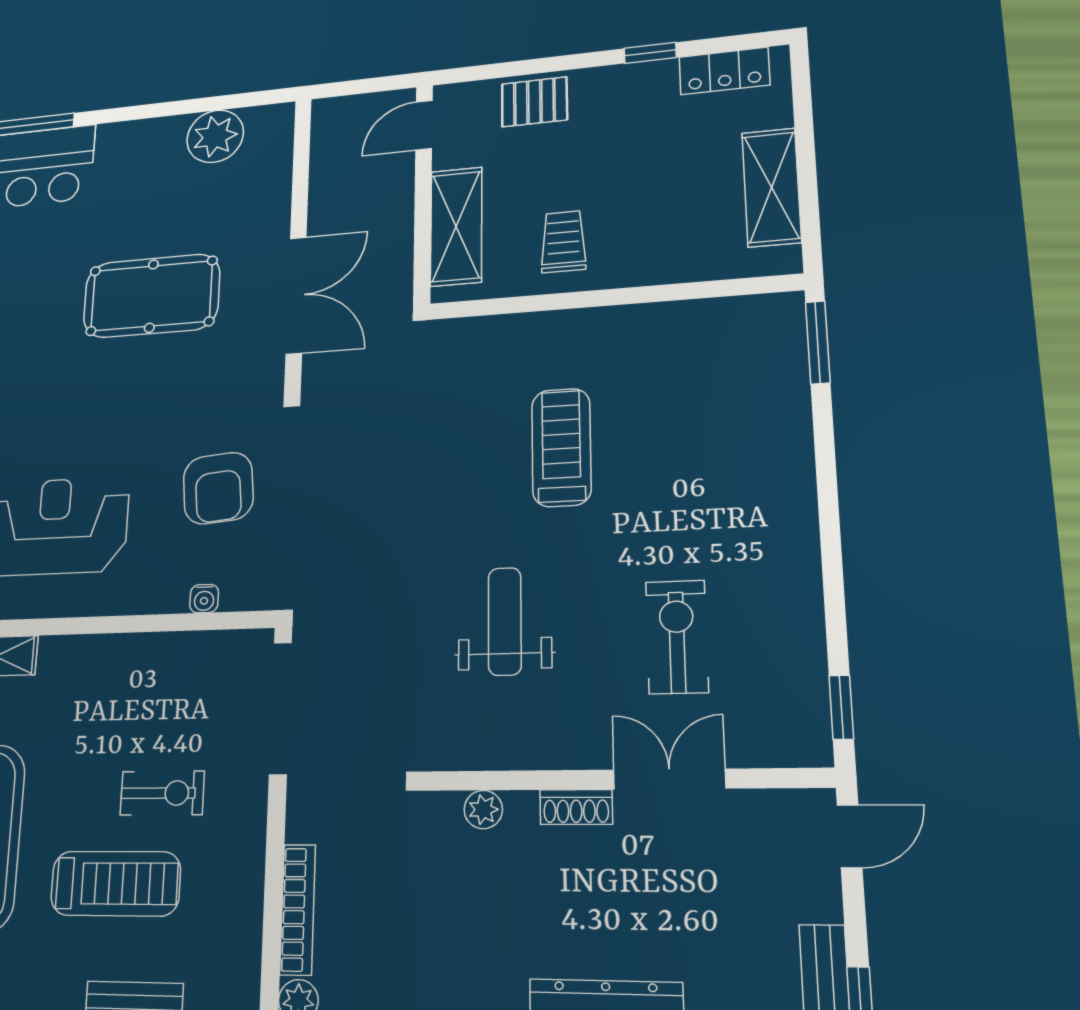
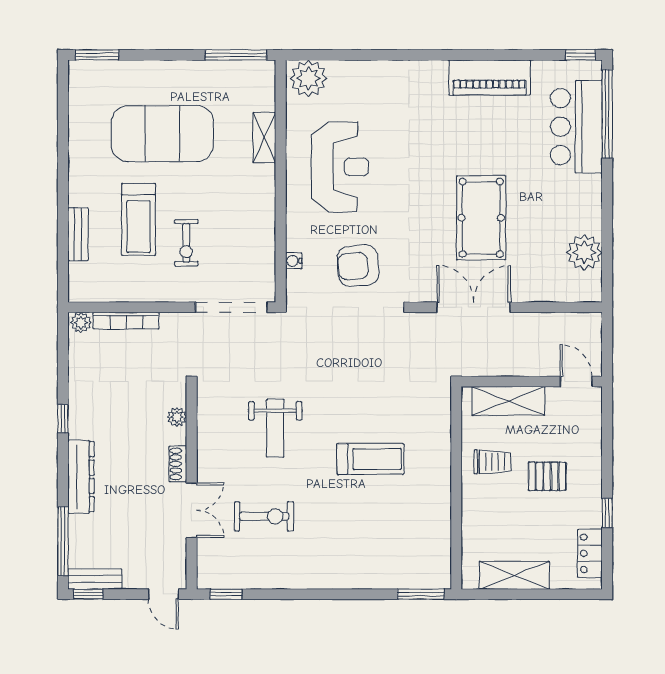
pallet: (534, 102) -> (547, 476), moved, turned 90
double door: (296, 295) -> (474, 307), swing flipped
weight bench: (505, 621) -> (275, 428), turned 90

